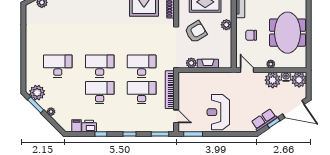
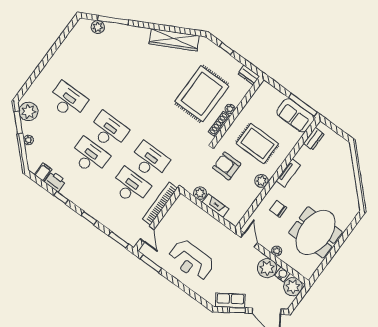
armchair: (196, 32) -> (227, 166), turned -149
reception desk: (218, 112) -> (191, 260), turned -90

